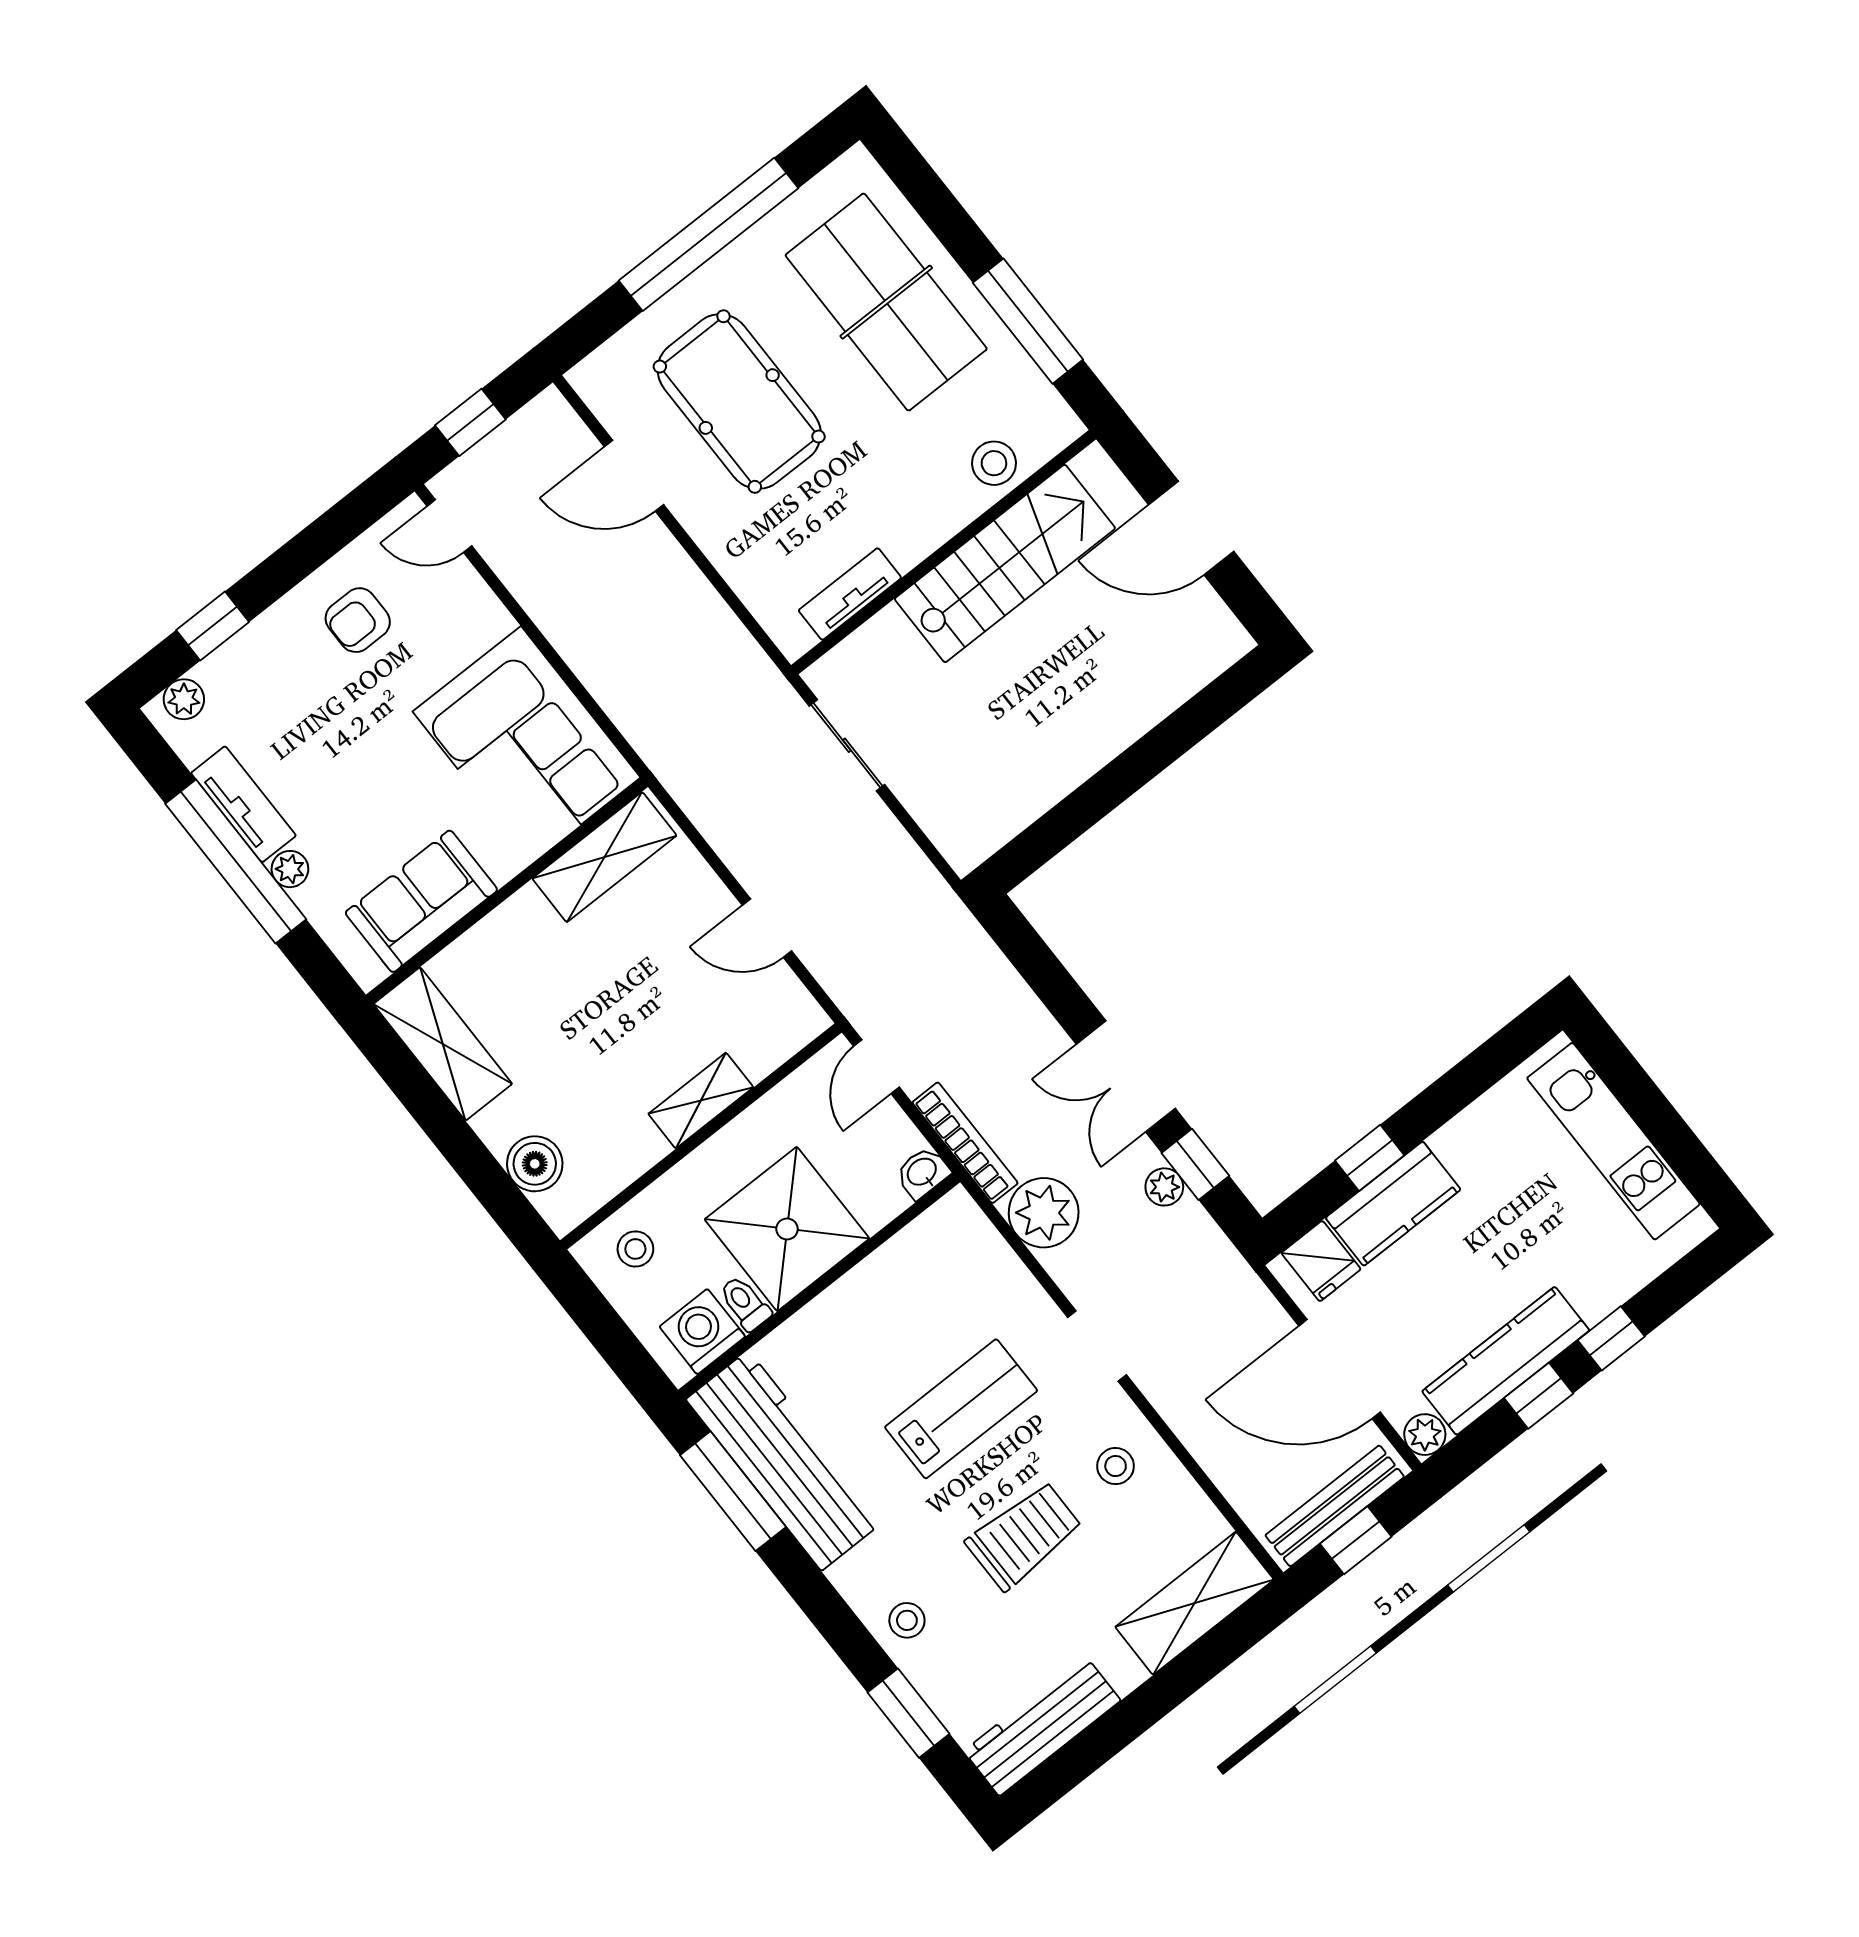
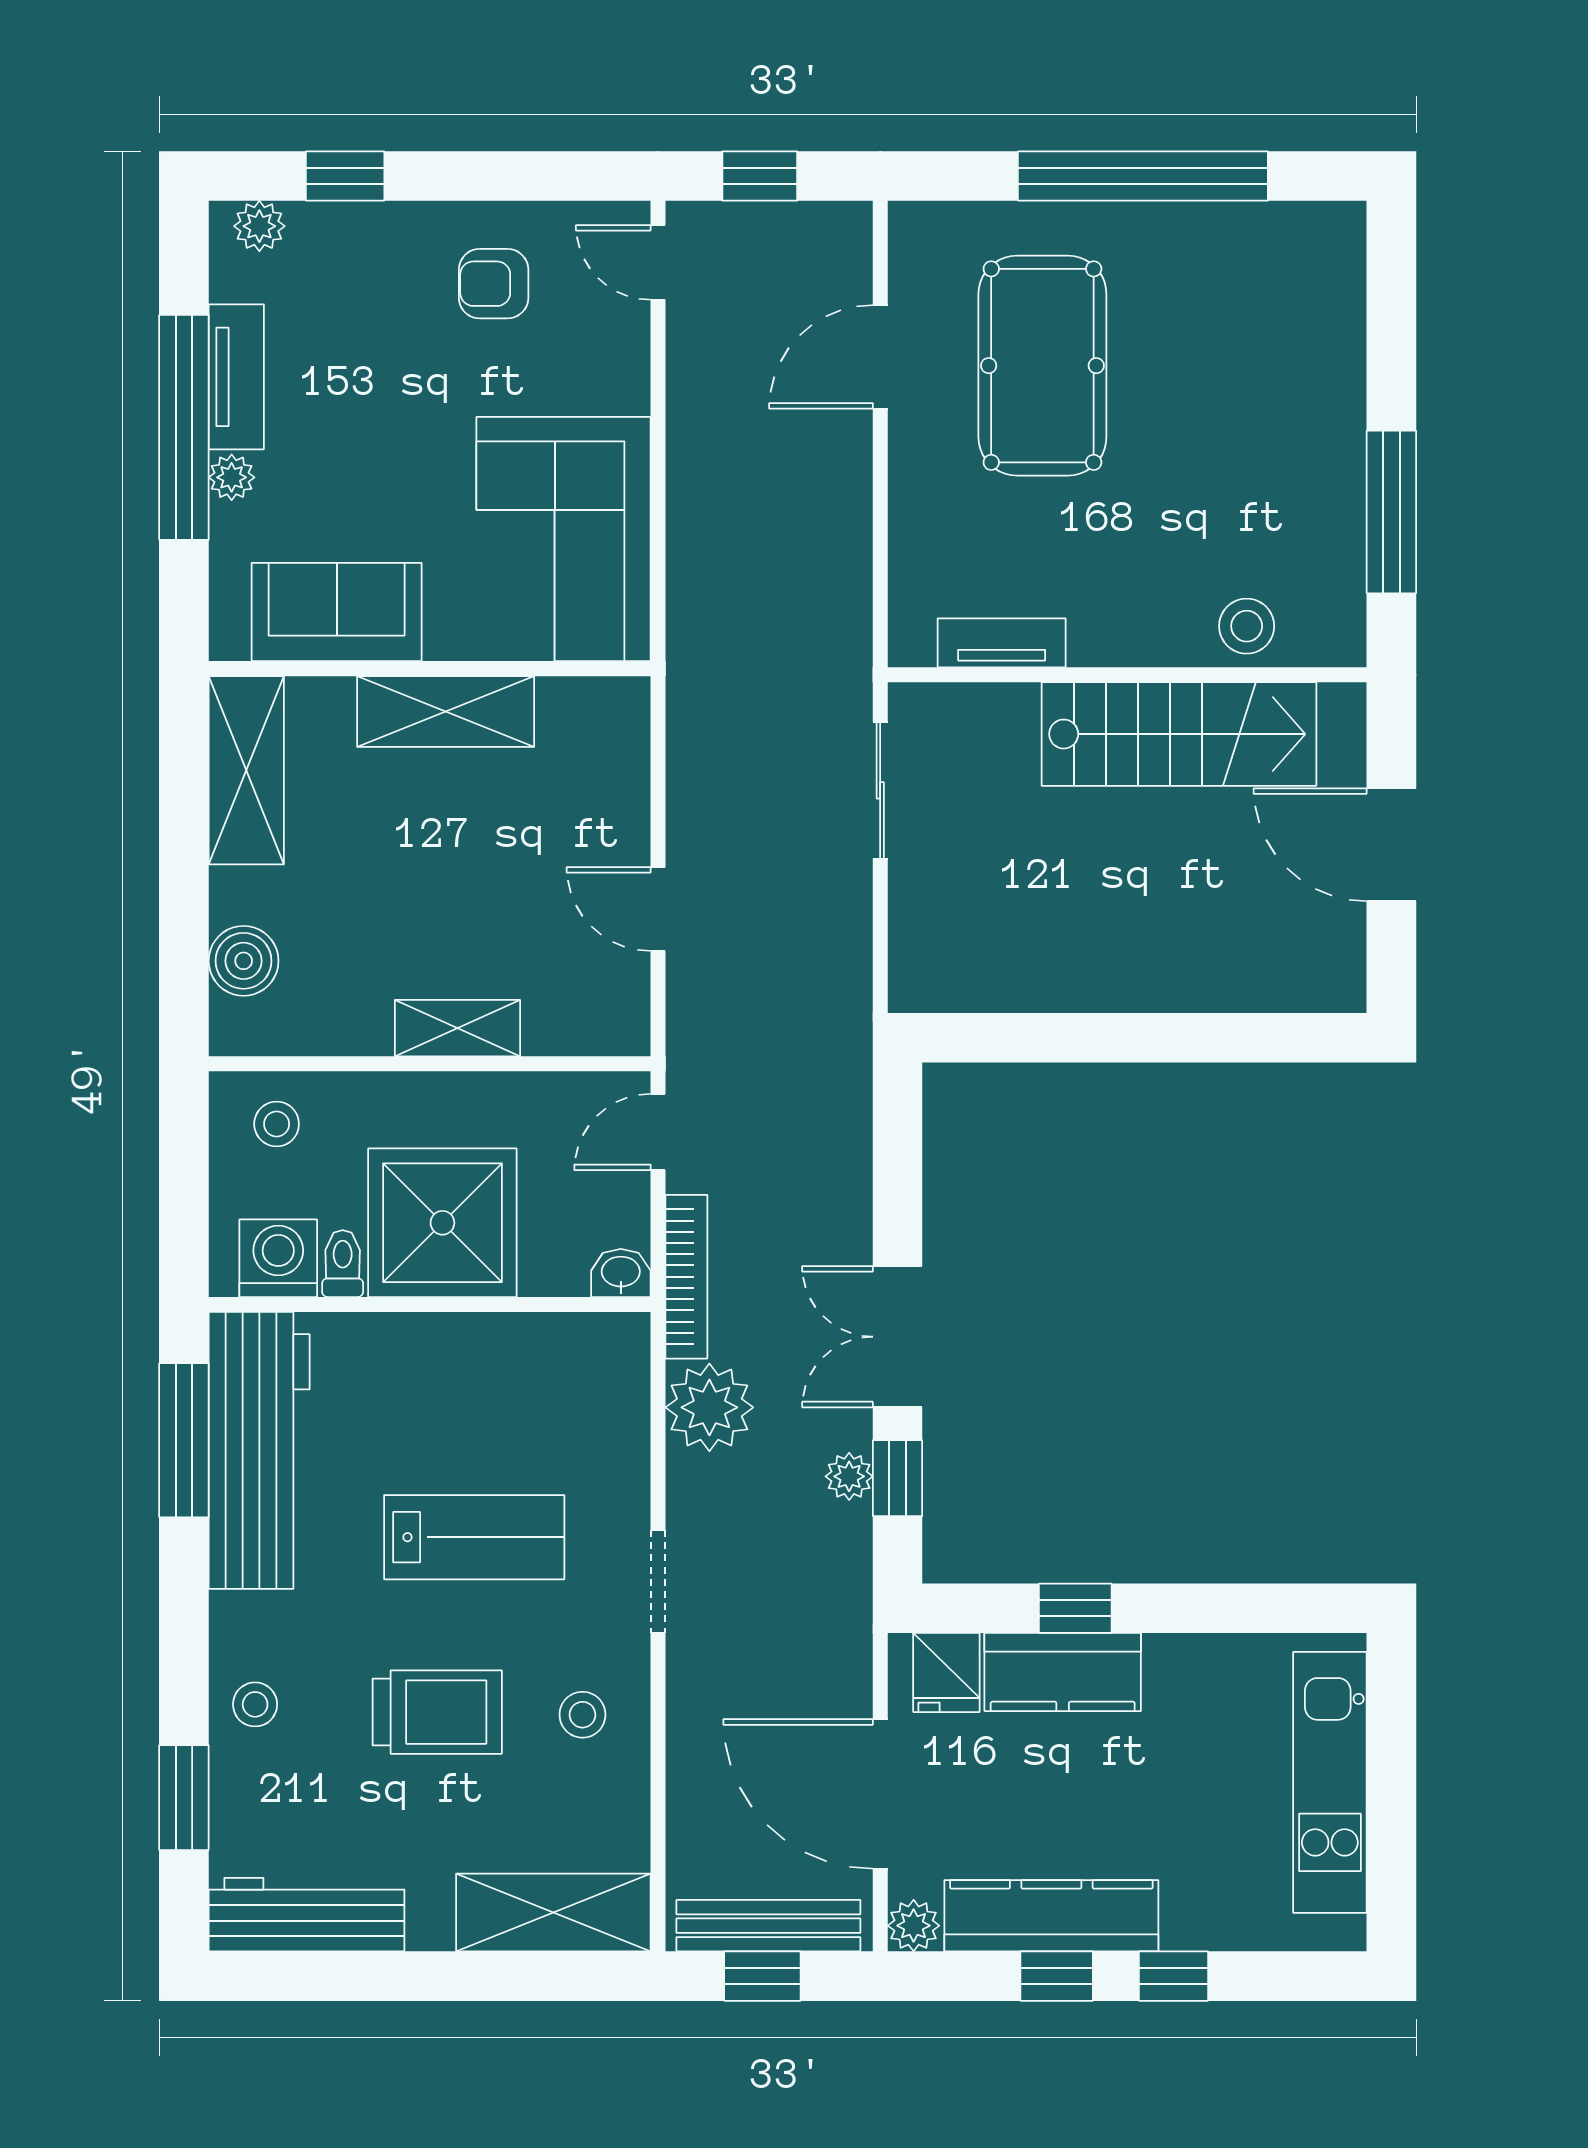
table tennis table: (886, 302) -> (1266, 382), removed
door: (634, 476) -> (880, 357), hinge flipped
shelving: (604, 857) -> (446, 711), moved

